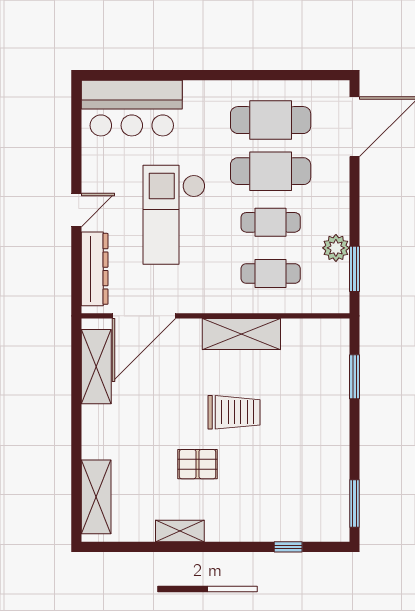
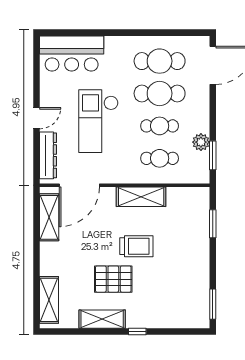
pallet: (198, 464) -> (113, 279), width x1.50, depth x1.42
shelving: (180, 531) -> (102, 319), width x1.50, depth x1.33
window: (288, 547) -> (137, 332), moved

